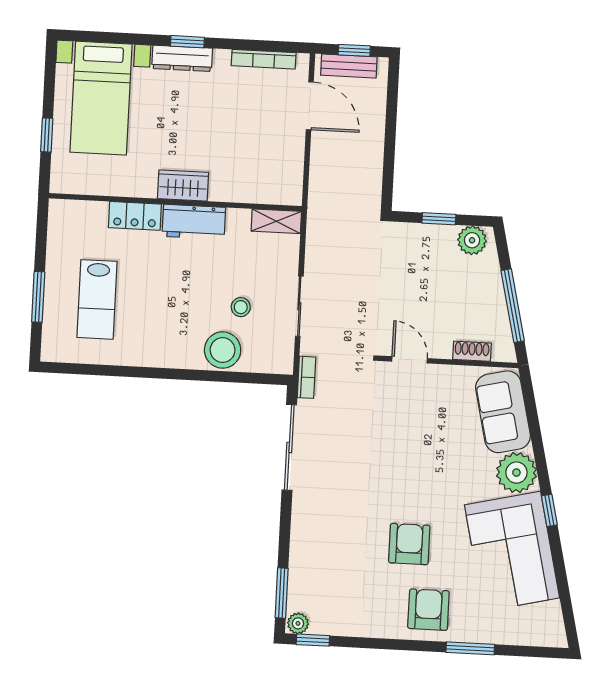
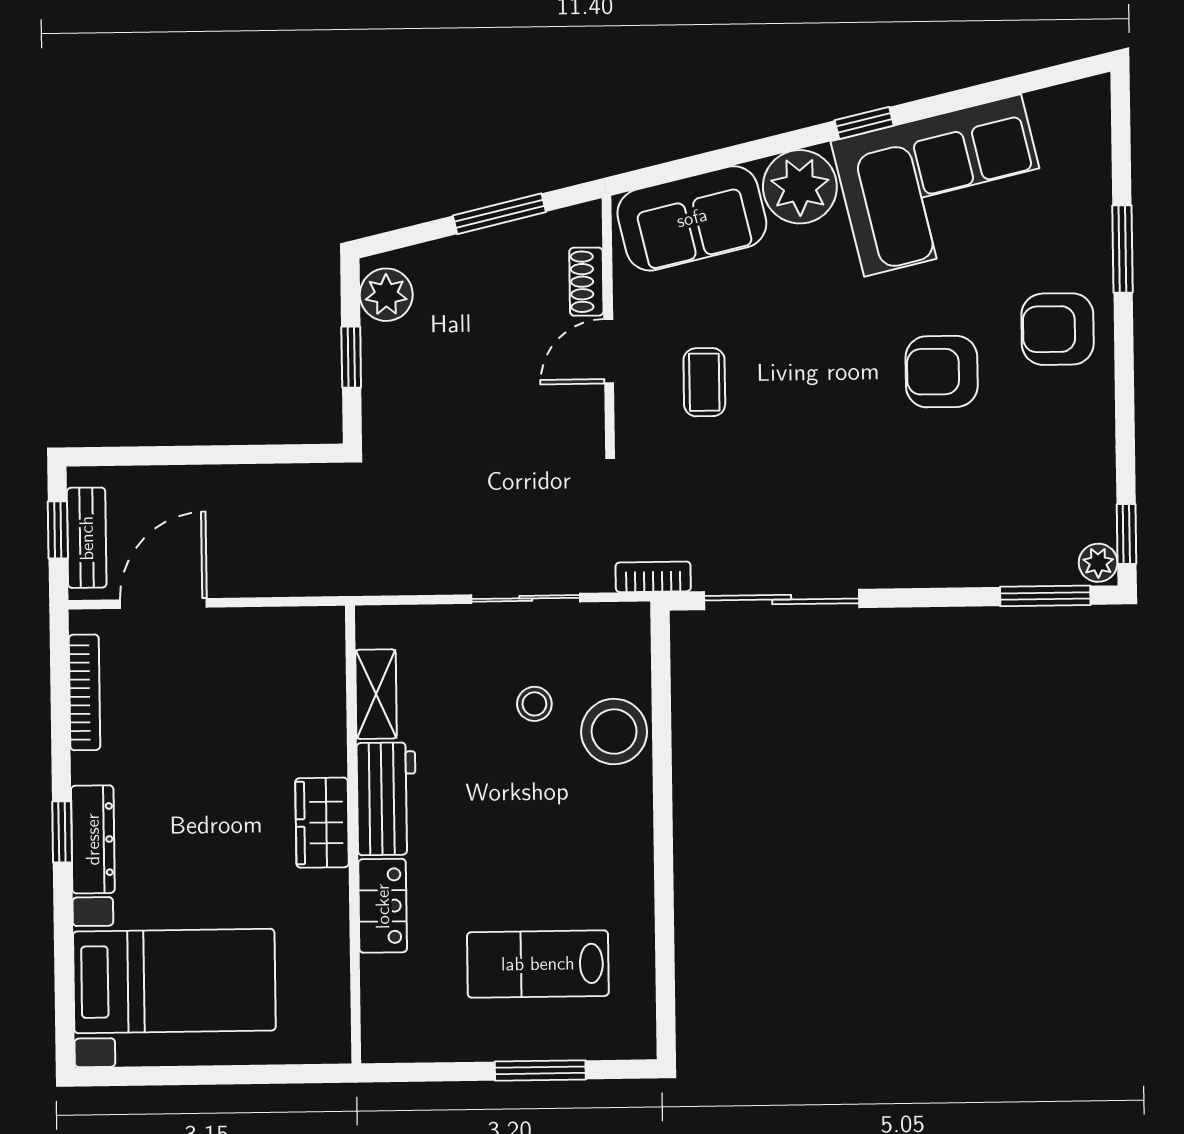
window: (47, 135) -> (247, 1075), removed
shelving: (276, 221) -> (376, 694), moved
lab bench: (97, 299) -> (538, 964), turned 180
window: (513, 306) -> (499, 214), width x0.69
door: (410, 360) -> (609, 351), moved
coffee table: (412, 413) -> (704, 382), added

